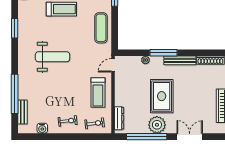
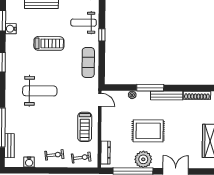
door: (113, 65) -> (100, 100), swing flipped
rug: (162, 96) -> (148, 131), turned 90

